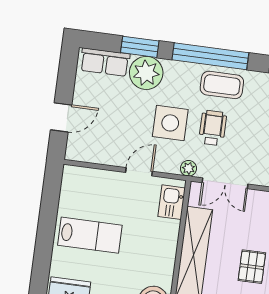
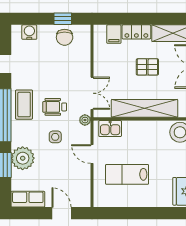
row of seats: (105, 62) -> (28, 199), moved, turned -90
side table: (170, 123) -> (55, 137), width x0.54, depth x0.54
lab bench: (90, 235) -> (127, 174), moved, turned -90

